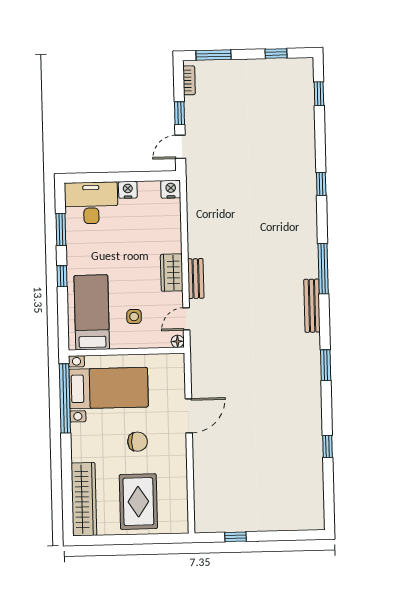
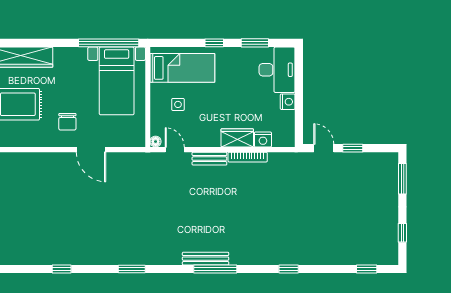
bookcase: (189, 80) -> (248, 157), moved, width x1.56
nightstand: (171, 189) -> (263, 140), moved, turned 90
wardrobe: (172, 273) -> (237, 138), moved
bench: (312, 306) -> (206, 259), moved
chair: (138, 442) -> (67, 122), moved

